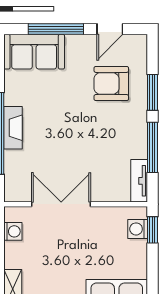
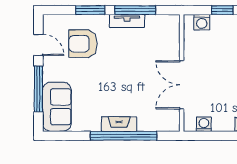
armchair: (111, 83) -> (83, 44), turned 90
tv unit: (139, 181) -> (127, 21), moved
window: (152, 230) -> (222, 10), moved

